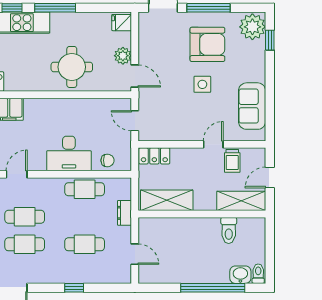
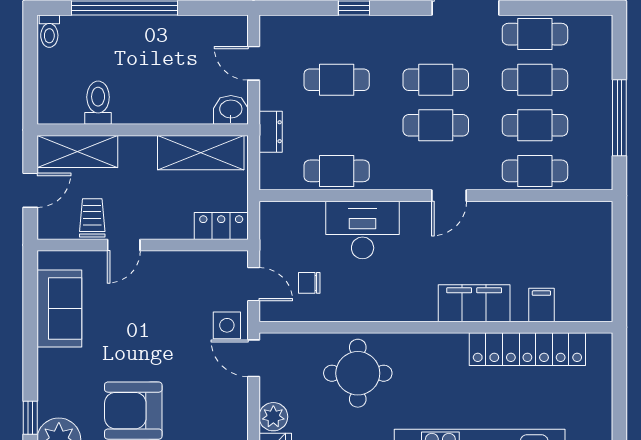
plant: (123, 56) -> (273, 417), moved
side table: (202, 84) -> (227, 325), moved
chair: (107, 160) -> (309, 283), moved
washbasin: (240, 275) -> (231, 110), moved, turned 180

